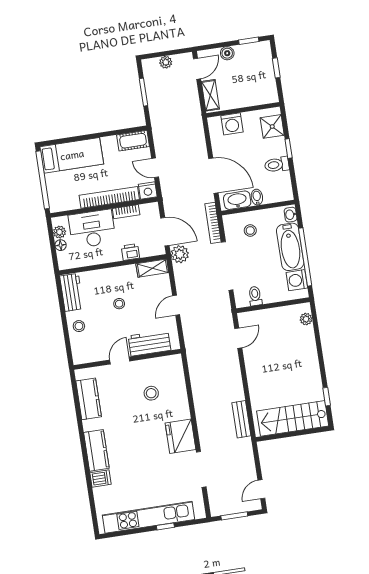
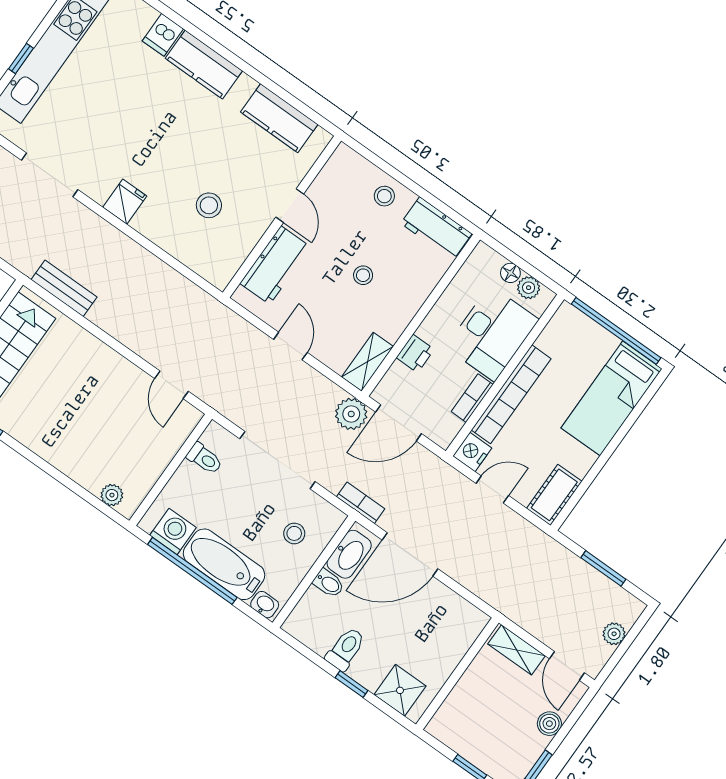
washing machine: (232, 124) -> (453, 642), removed
bookcase: (213, 223) -> (361, 503), width x0.64
fridge: (180, 436) -> (125, 202), width x0.53, depth x0.75

